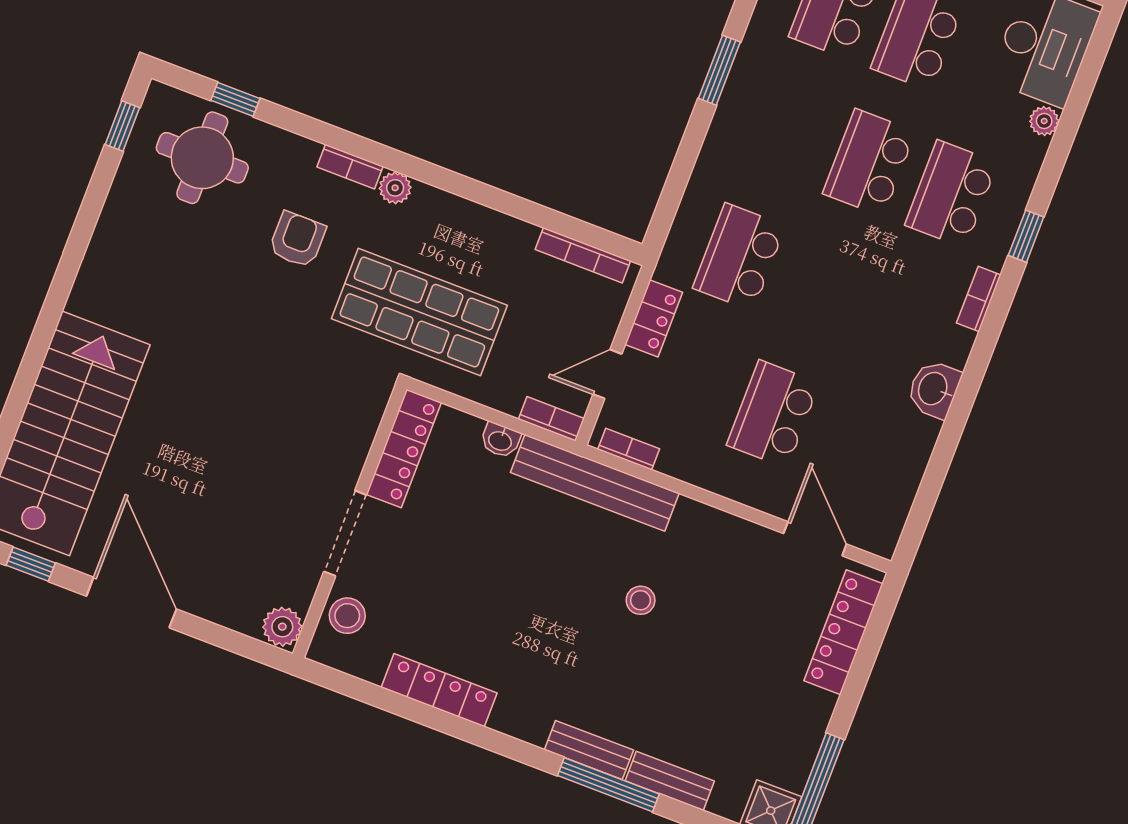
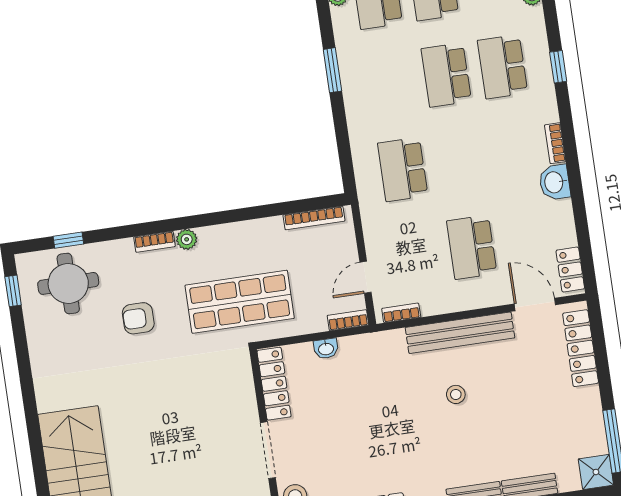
armchair: (297, 240) -> (138, 318), moved, turned -90
bookcase: (979, 299) -> (555, 143), moved
locker: (654, 318) -> (570, 270), moved, turned 180
bench: (595, 483) -> (460, 333), moved

